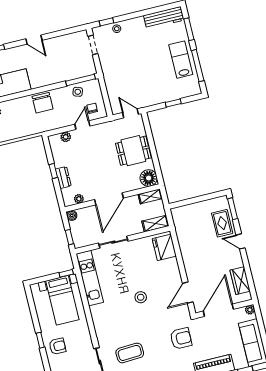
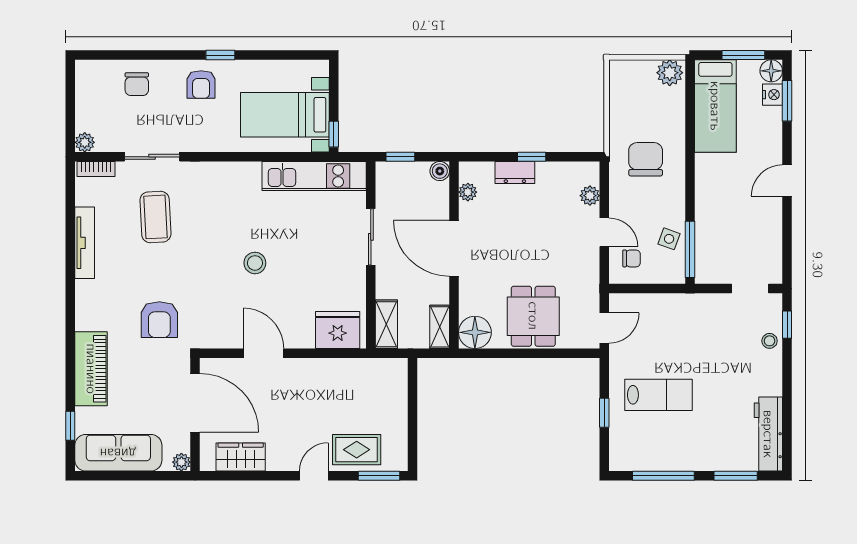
lab bench: (181, 60) -> (658, 395), moved
chair: (43, 103) -> (646, 159), moved, turned 90
door: (188, 293) -> (264, 353), moved

